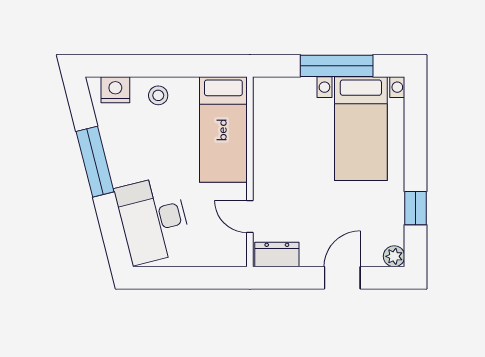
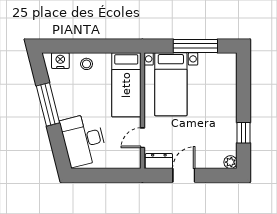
bed with nightstands: (361, 129) -> (171, 84), moved
door: (250, 217) -> (142, 138), hinge flipped
door: (342, 278) -> (184, 175), moved

